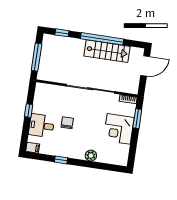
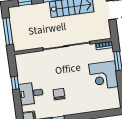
chair: (67, 123) -> (59, 94), moved
plant: (91, 156) -> (85, 108), removed

